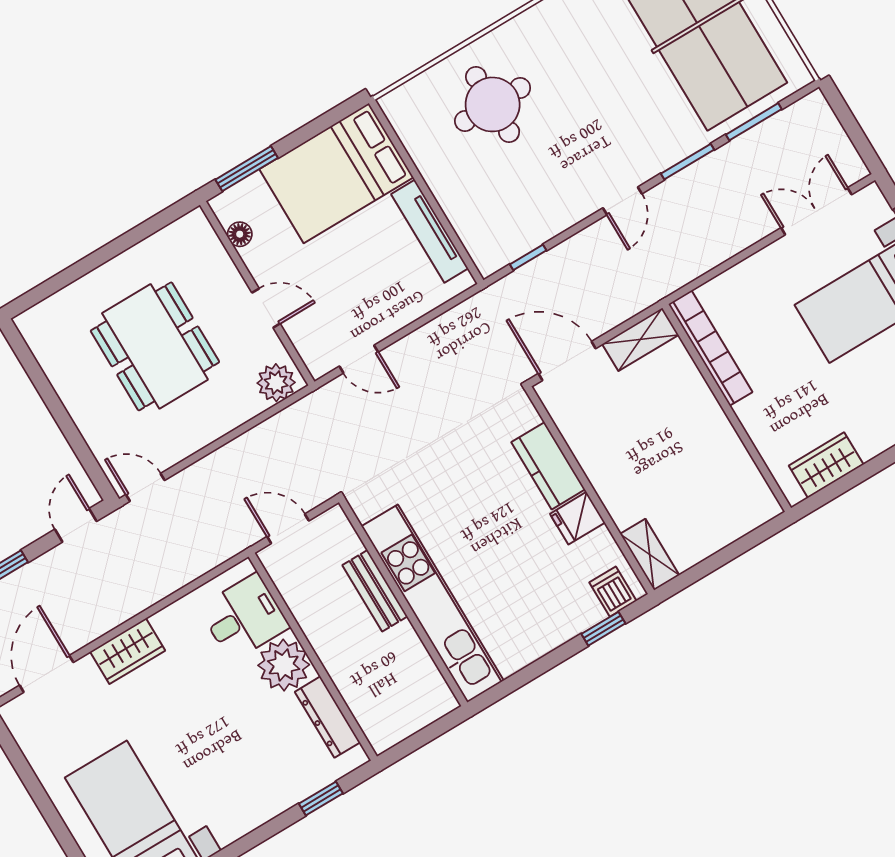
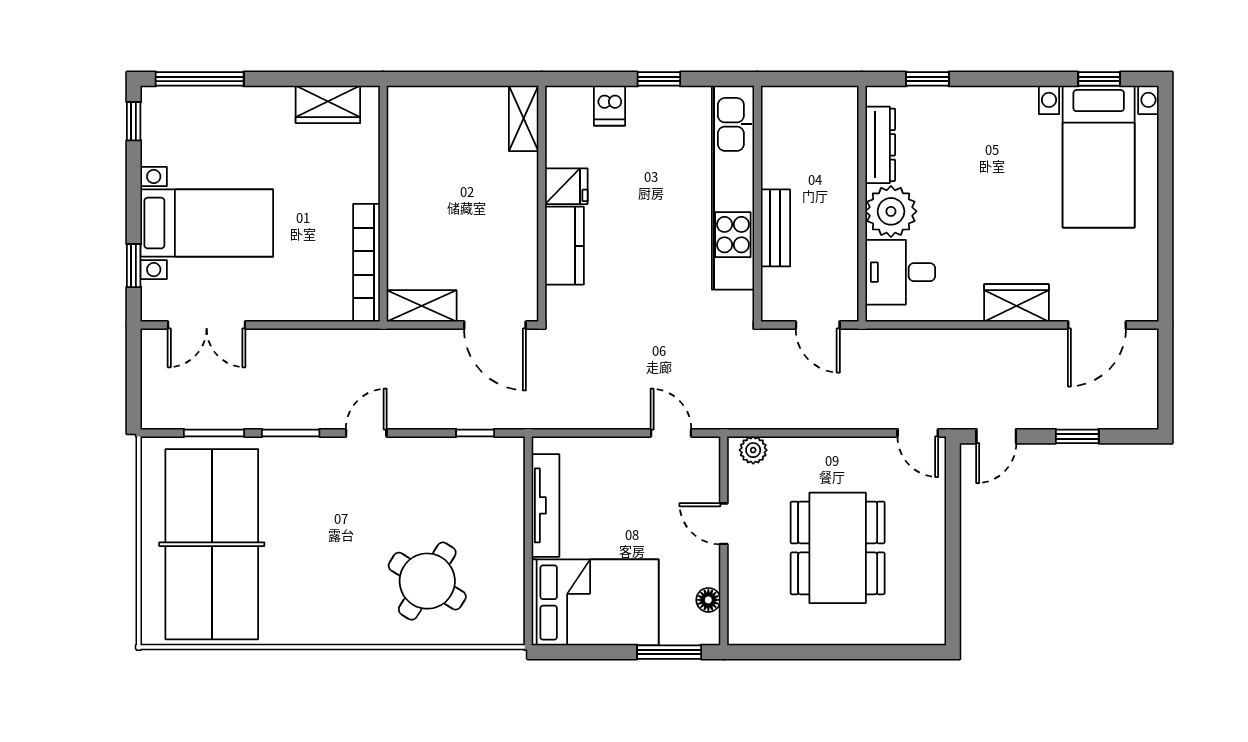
round table: (493, 104) -> (427, 581), turned 32
plant: (276, 383) -> (753, 450), width x0.73, depth x0.73
dishwasher: (613, 592) -> (610, 106), moved
window: (603, 629) -> (659, 79), moved

